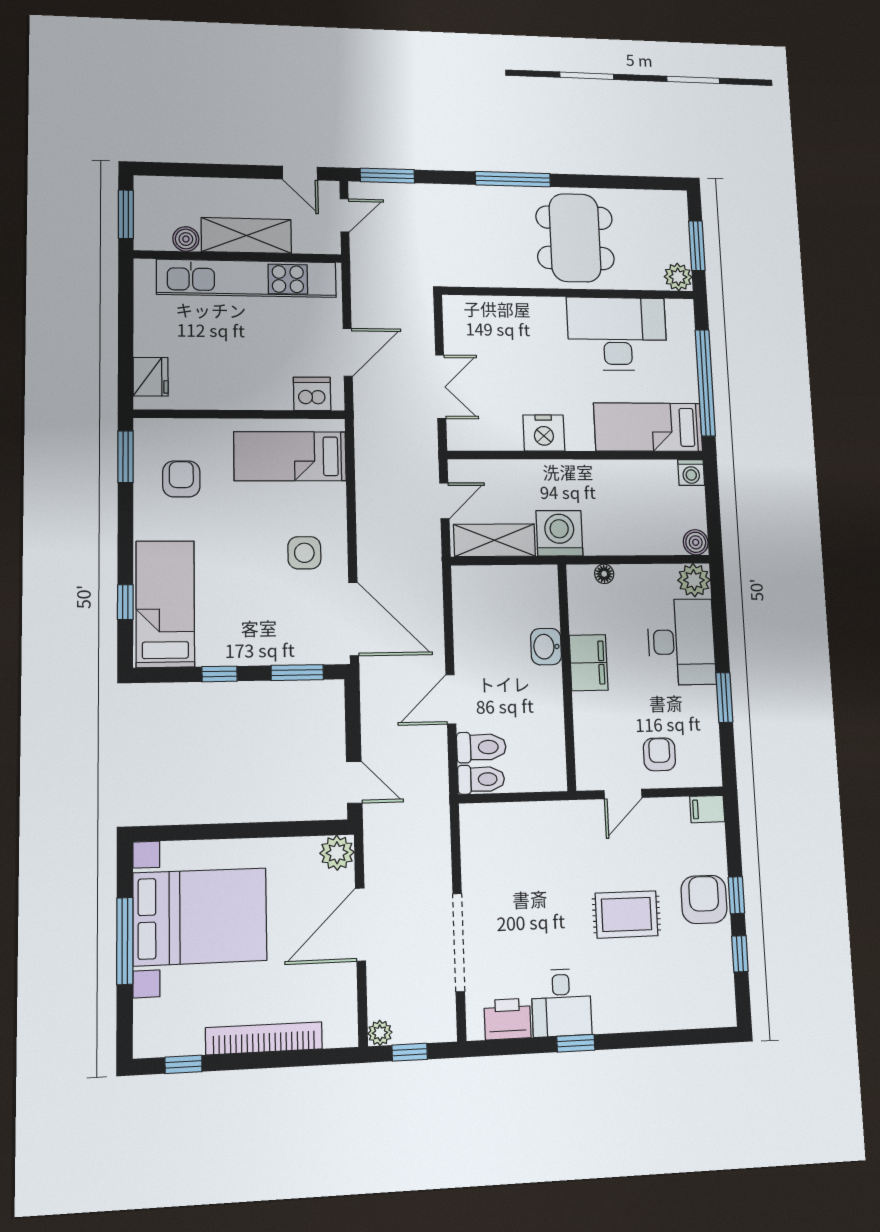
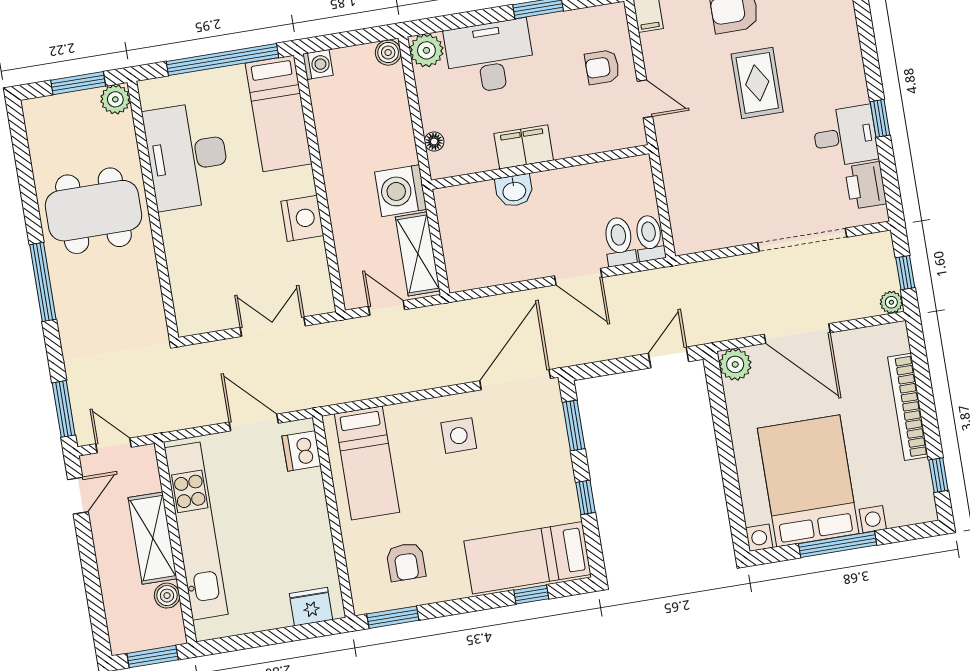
armchair: (181, 479) -> (406, 562), turned -90

